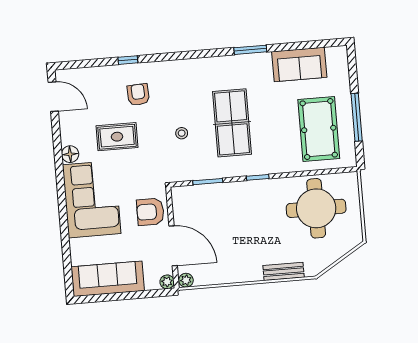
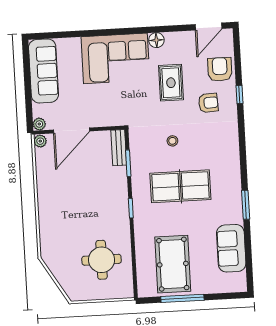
pool table: (319, 129) -> (173, 264), turned 90
round table: (316, 208) -> (102, 260), width x0.73, depth x0.73
armchair: (150, 212) -> (220, 69), moved
bench: (284, 271) -> (119, 148), moved

